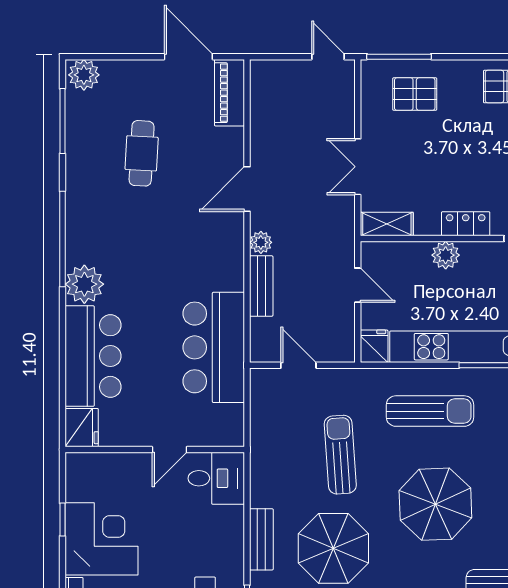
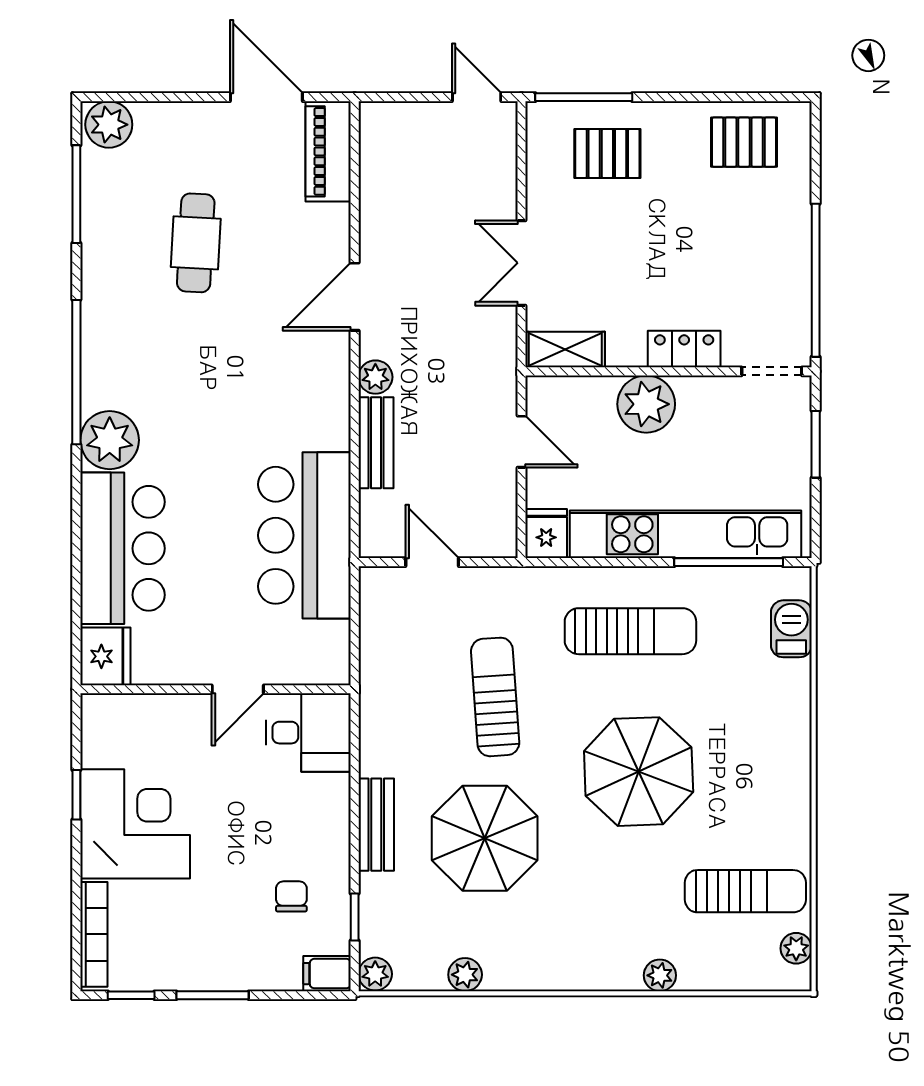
plant: (446, 255) -> (646, 404), width x1.36, depth x1.36

